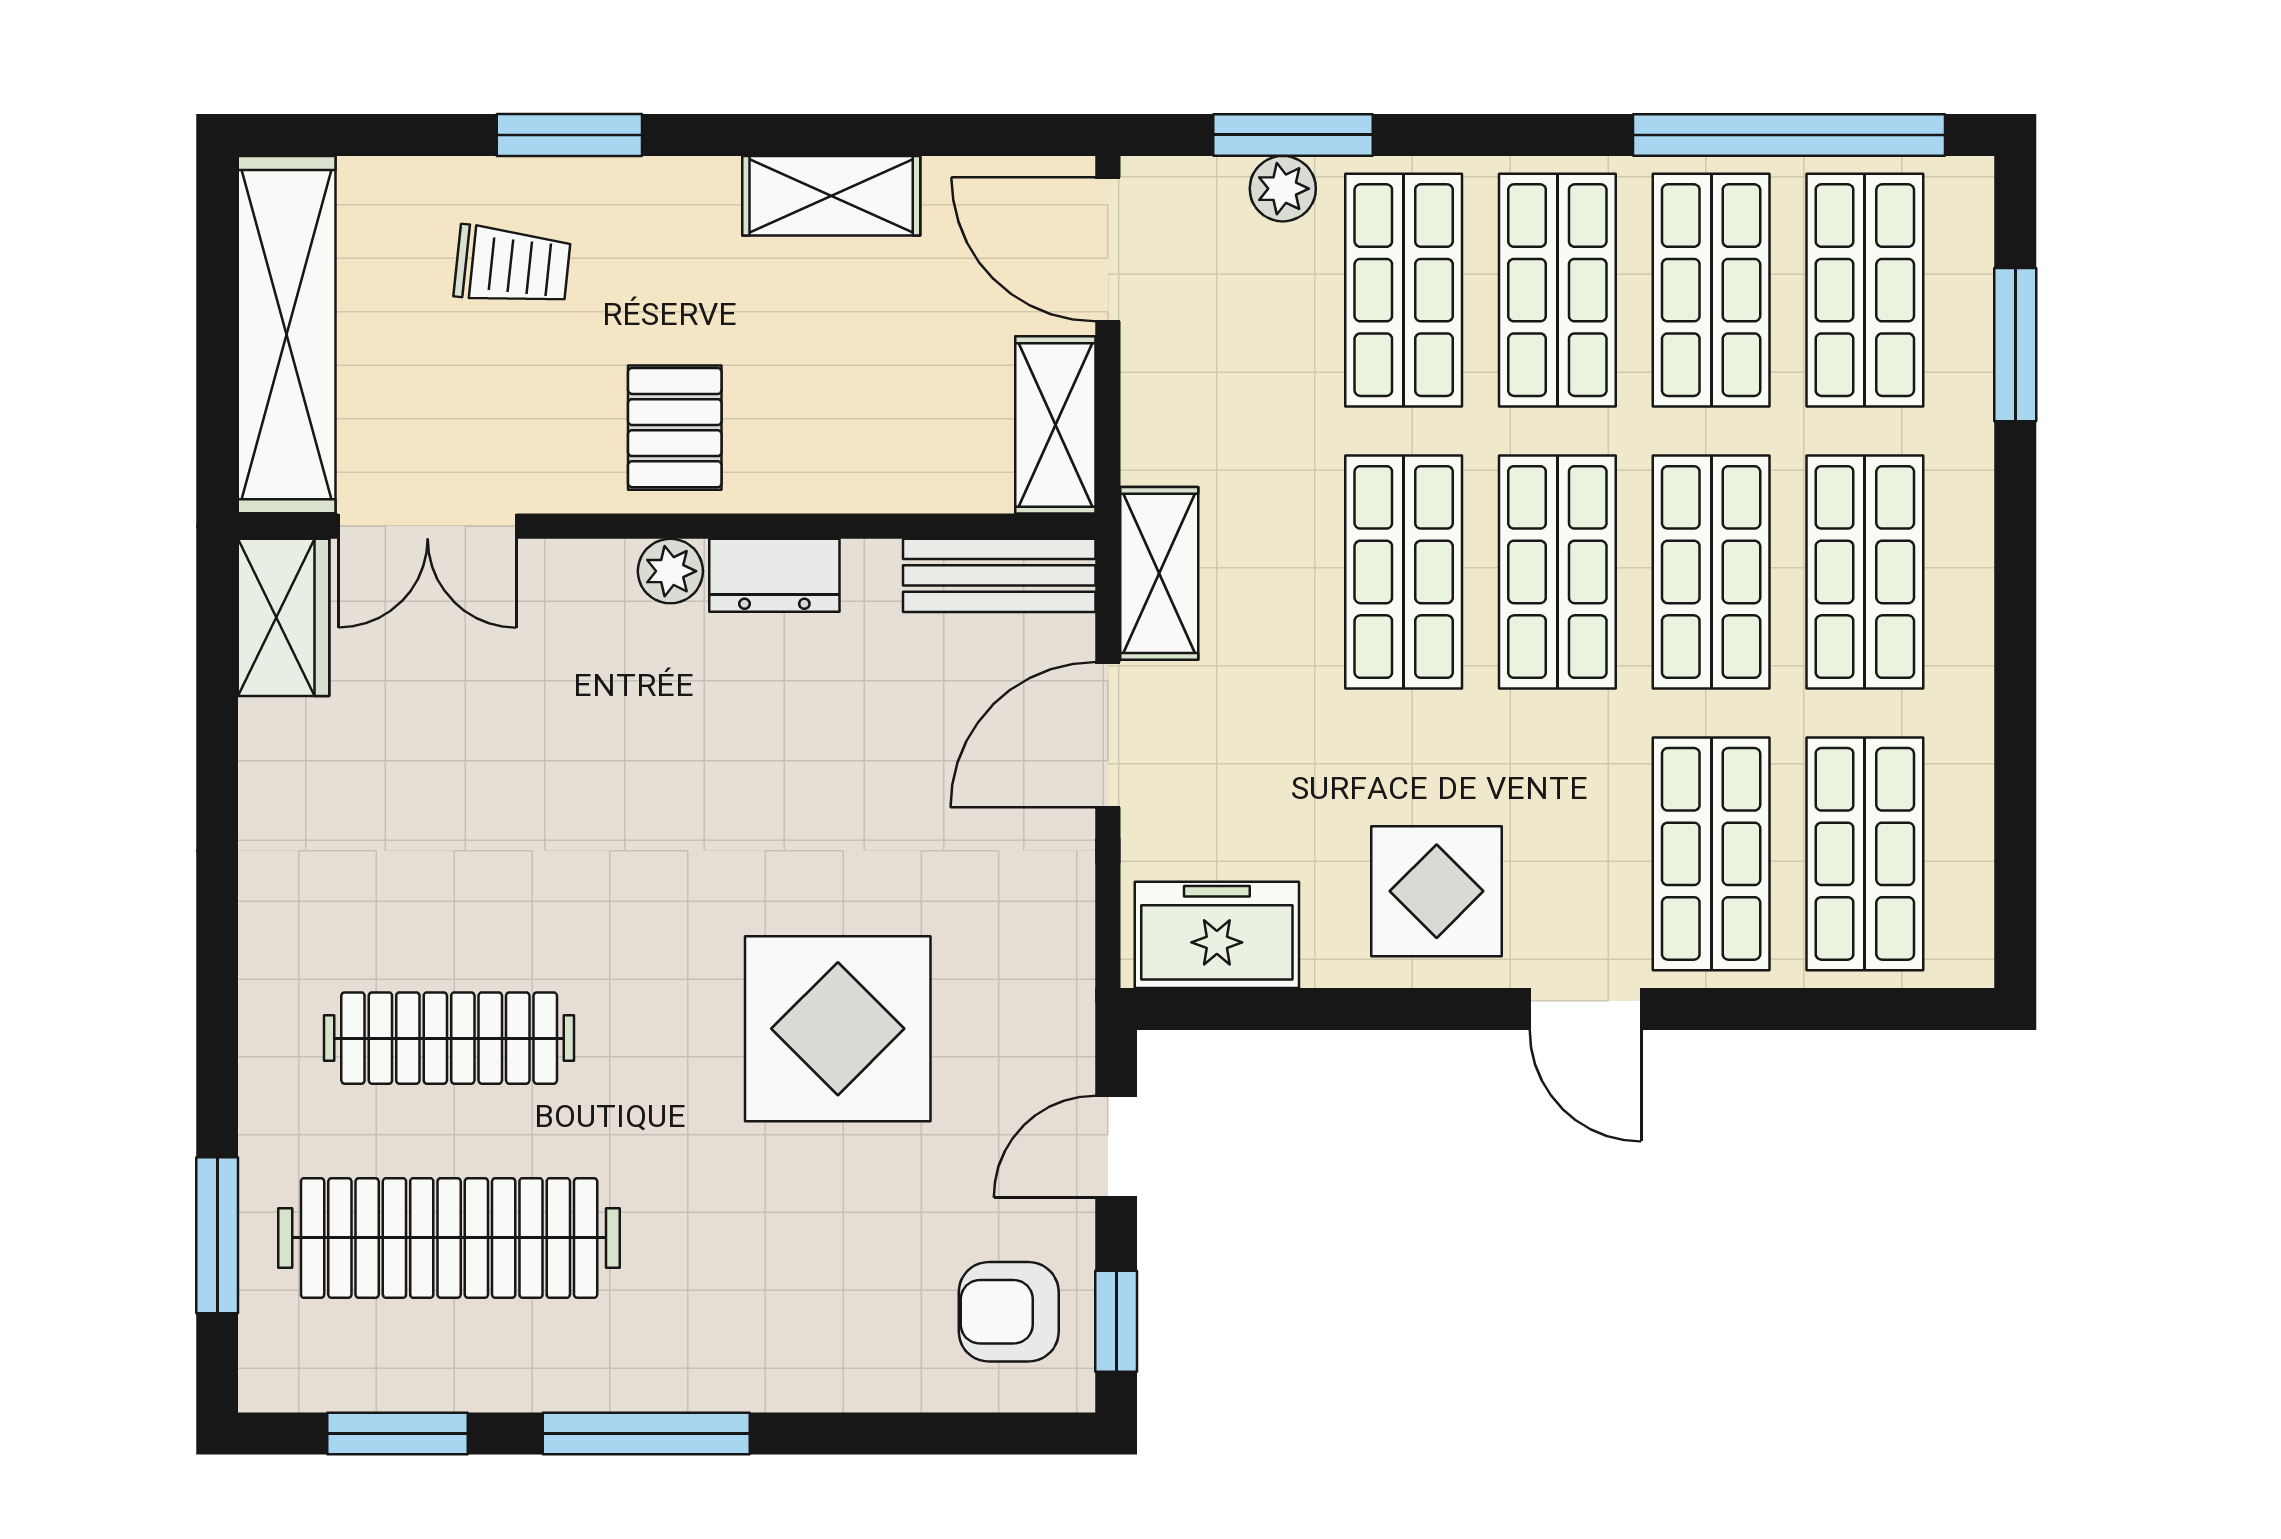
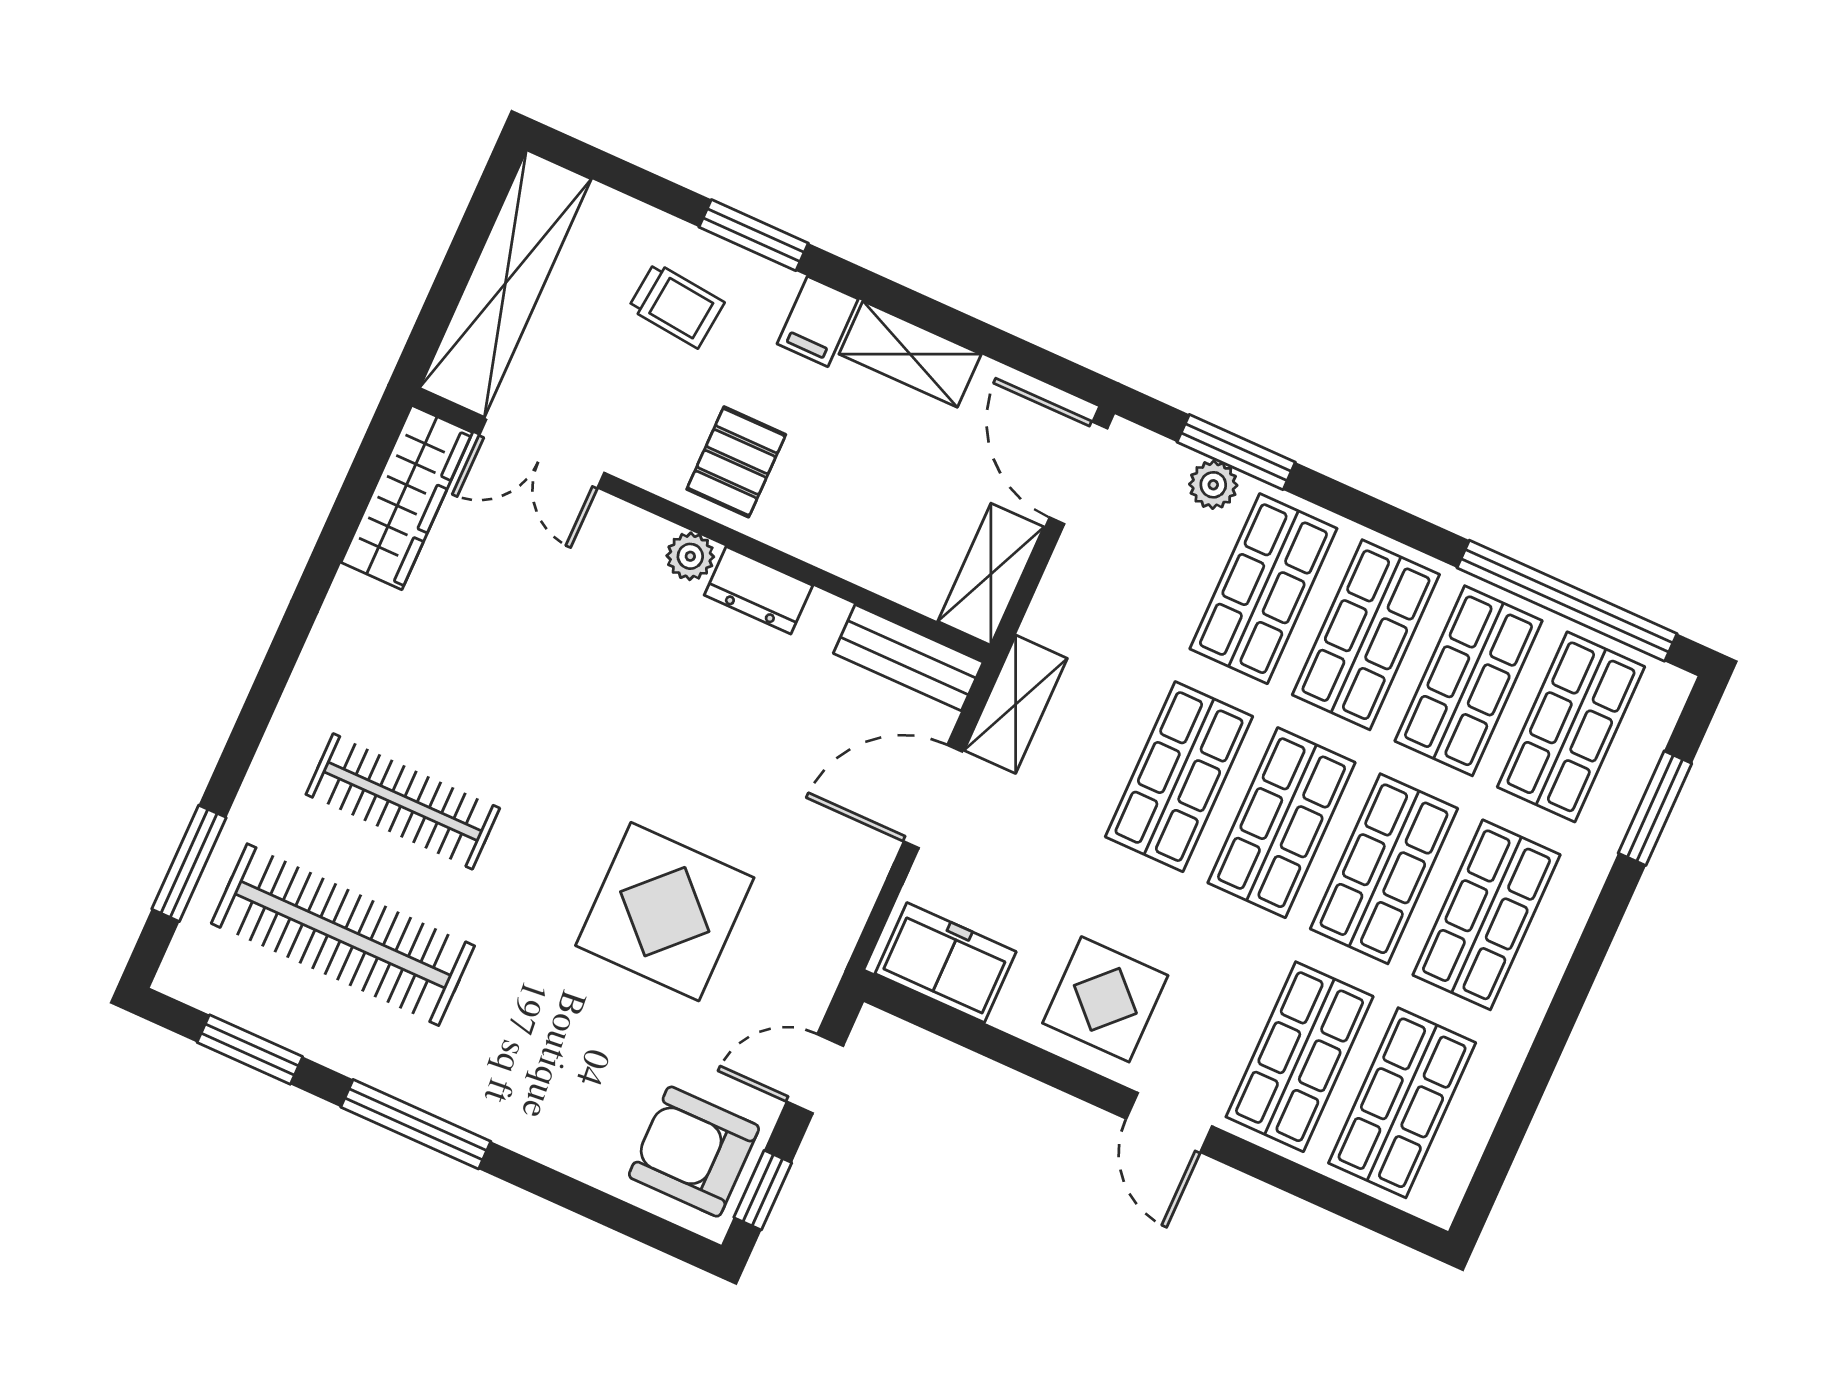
filing cabinet: (698, 207) -> (818, 321), added
wardrobe: (284, 617) -> (407, 497), width x1.50
armchair: (1009, 1312) -> (694, 1152), width x1.38, depth x1.38

